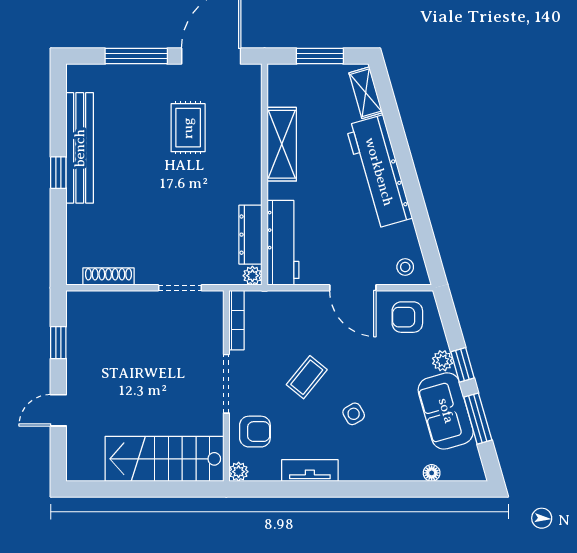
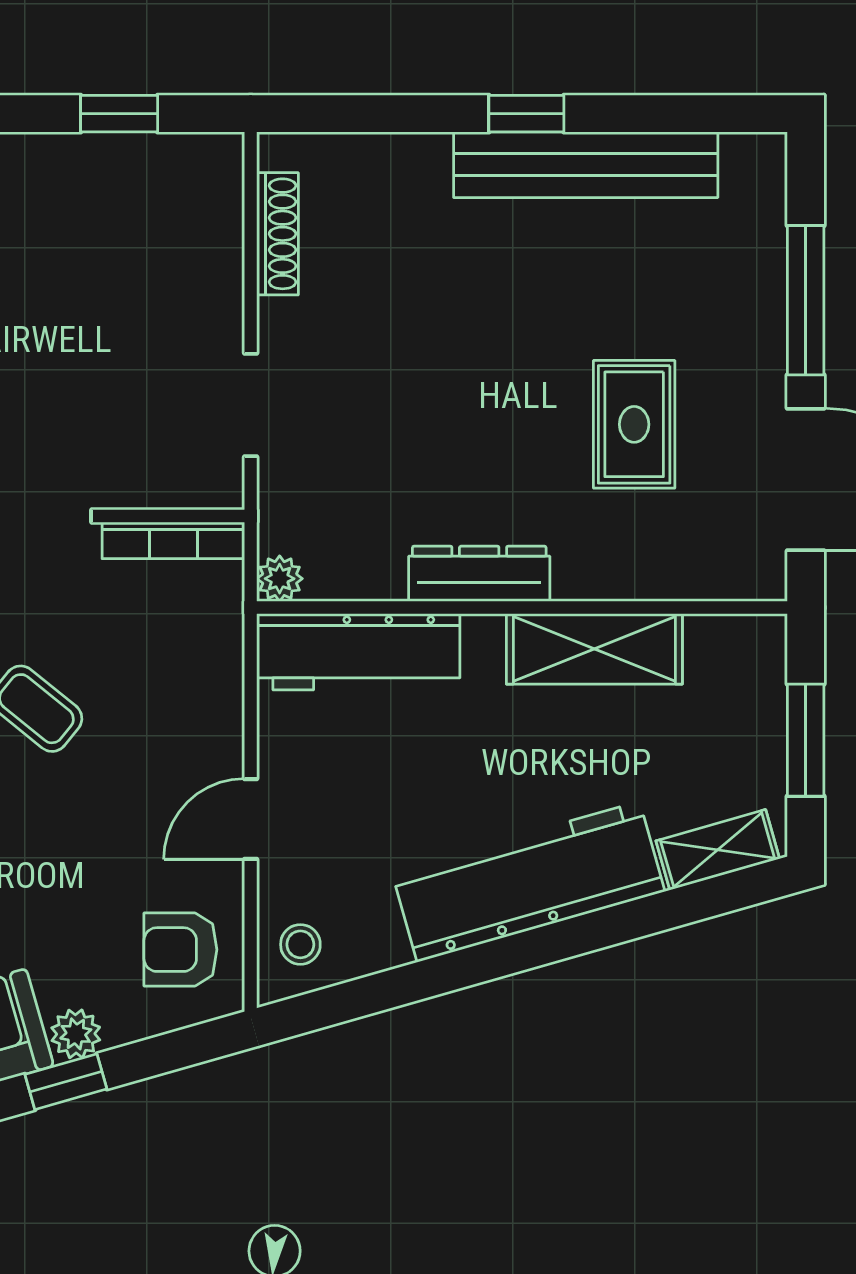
rug: (188, 128) -> (634, 424), turned 90
dresser: (250, 235) -> (479, 574), moved
door: (353, 288) -> (251, 819), width x0.73
armchair: (407, 317) -> (180, 950), turned -90

